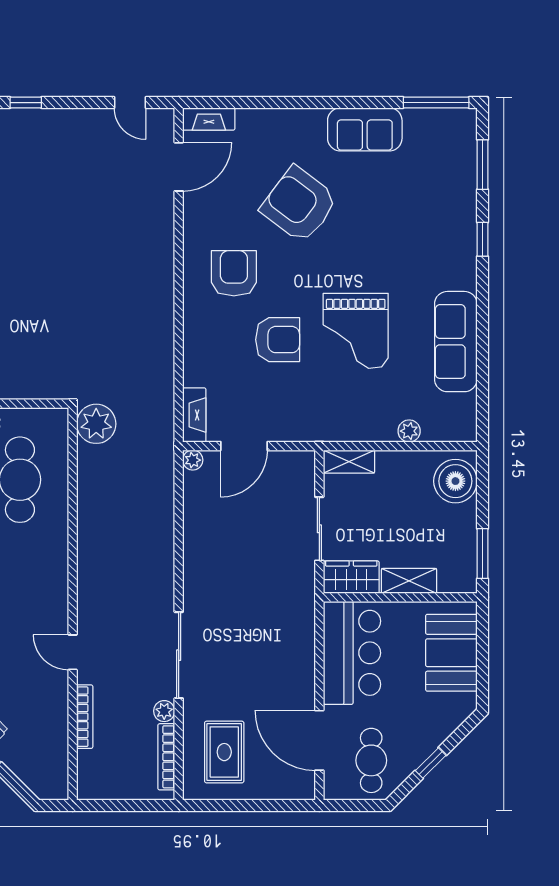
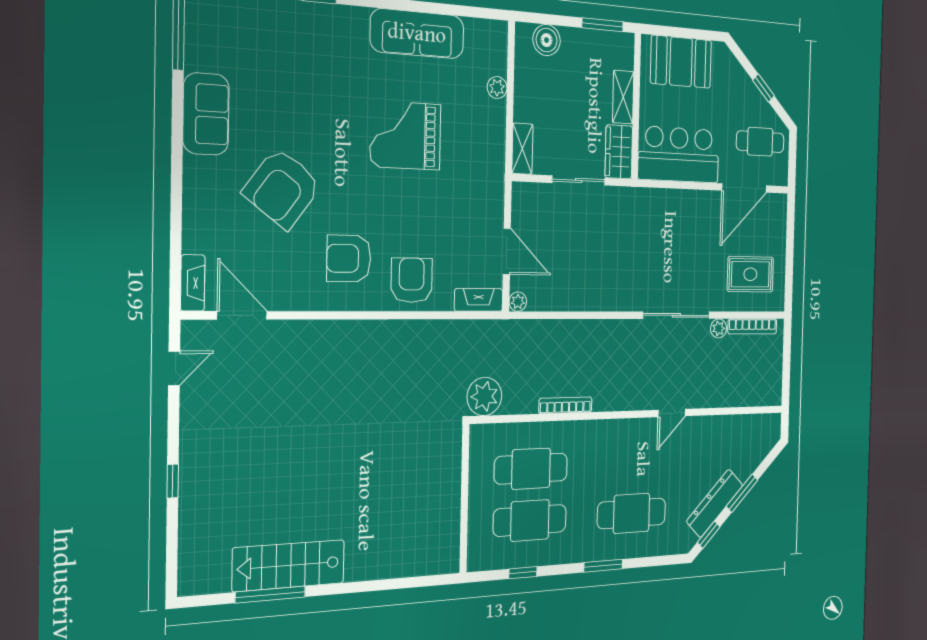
grand piano: (356, 331) -> (405, 135), turned 180
armchair: (278, 340) -> (412, 280), moved
boiler: (455, 481) -> (547, 40), width x0.73, depth x0.73
bookcase: (85, 717) -> (565, 405), moved

